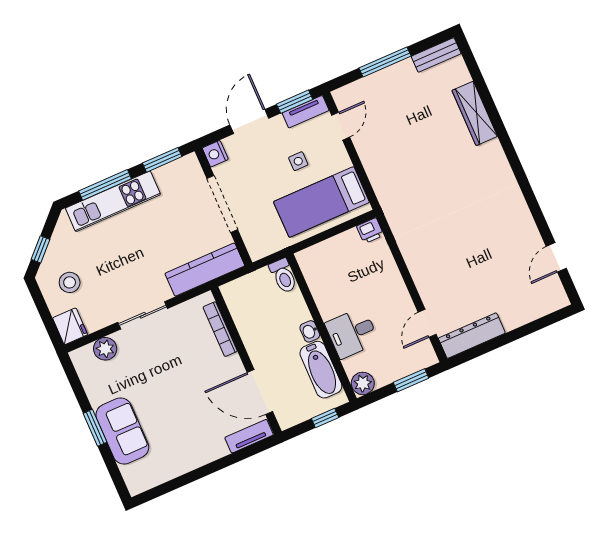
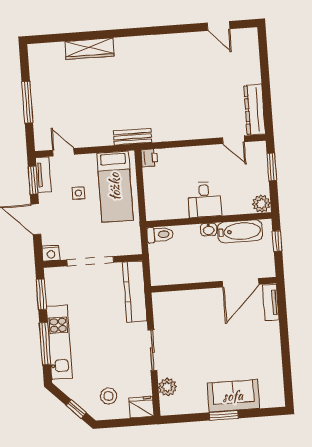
bench: (436, 55) -> (133, 137), moved, turned 90
bookcase: (220, 329) -> (183, 296), removed
desk: (352, 333) -> (204, 200), moved

